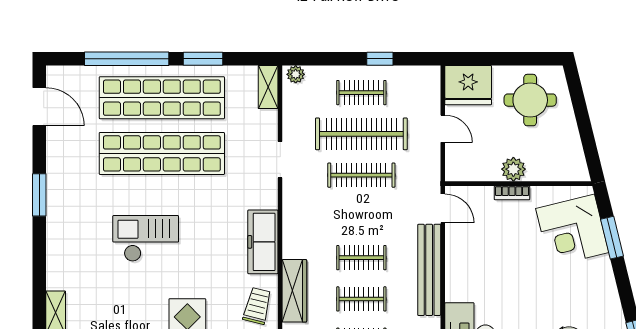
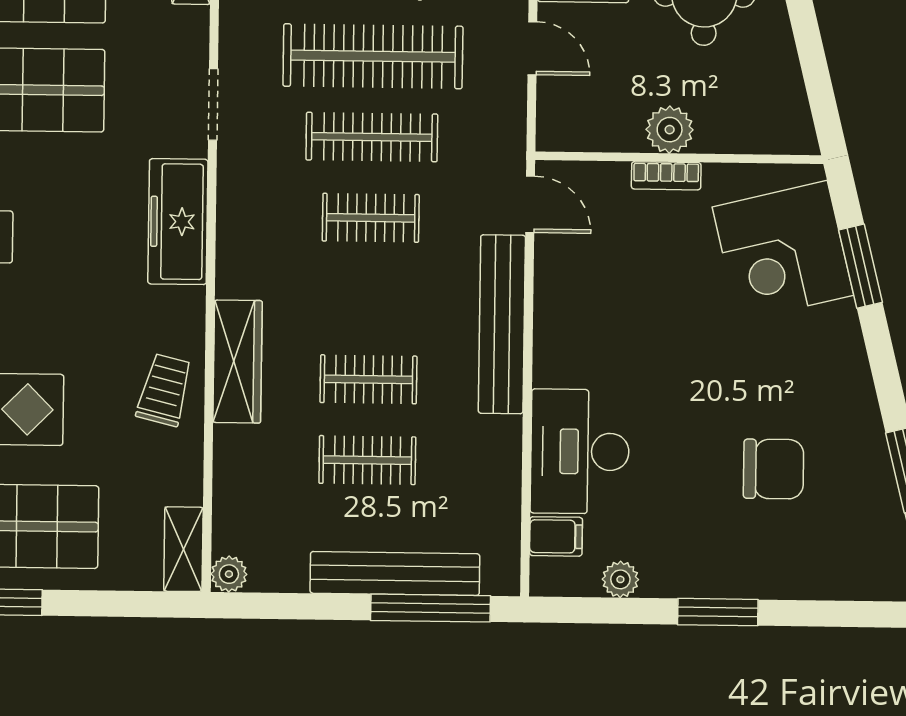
freezer: (263, 242) -> (178, 222), moved
clothes rail: (361, 258) -> (371, 218), moved

